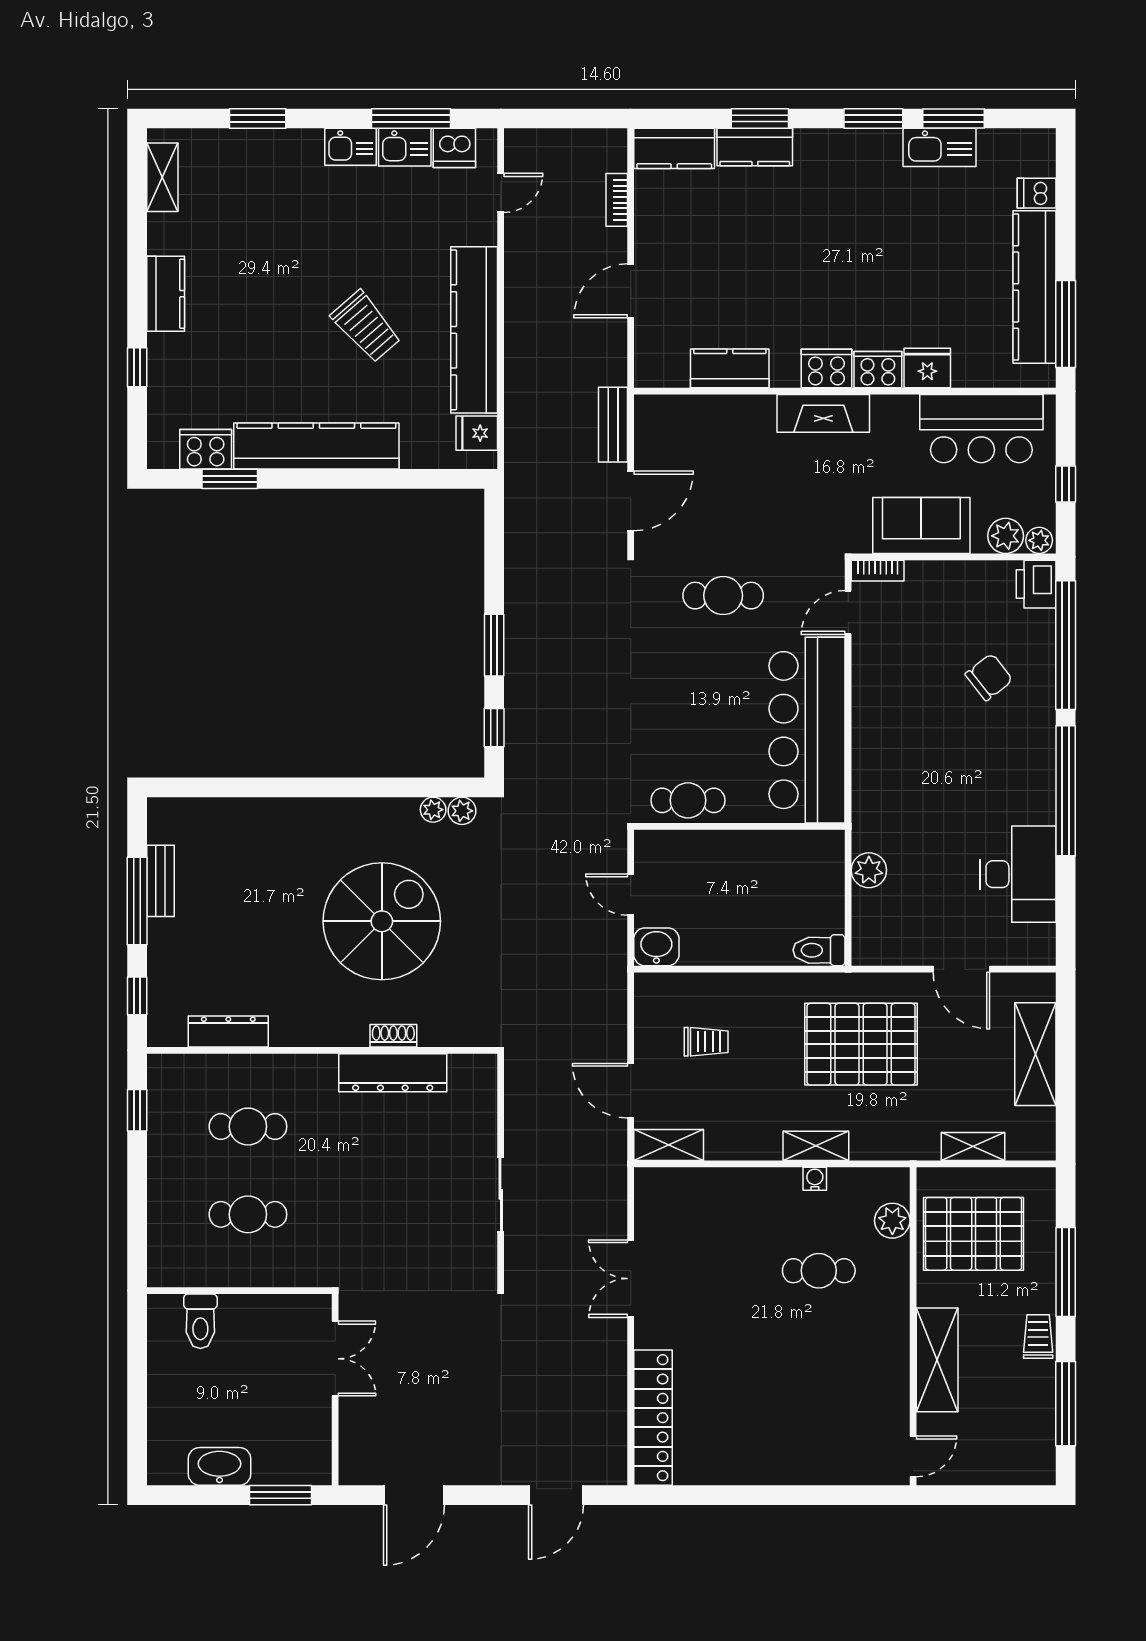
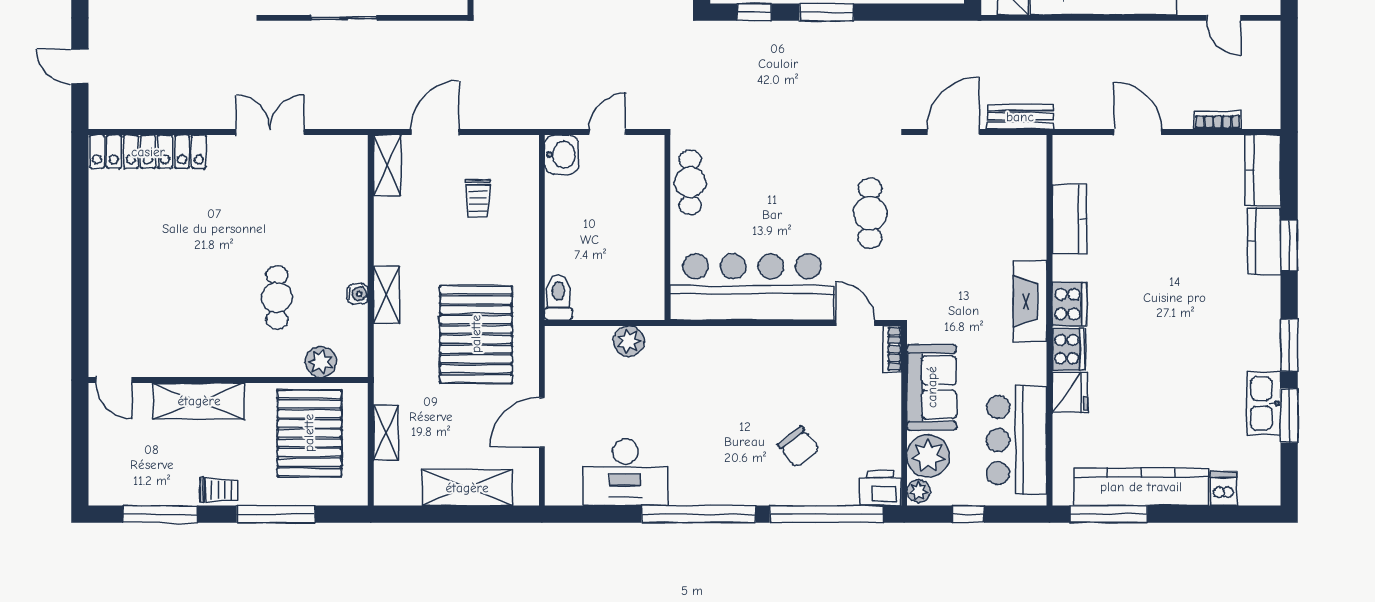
door: (631, 501) -> (953, 132), swing flipped
plant: (1006, 536) -> (928, 456), width x1.36, depth x1.36
door: (556, 1495) -> (80, 66), width x0.73

